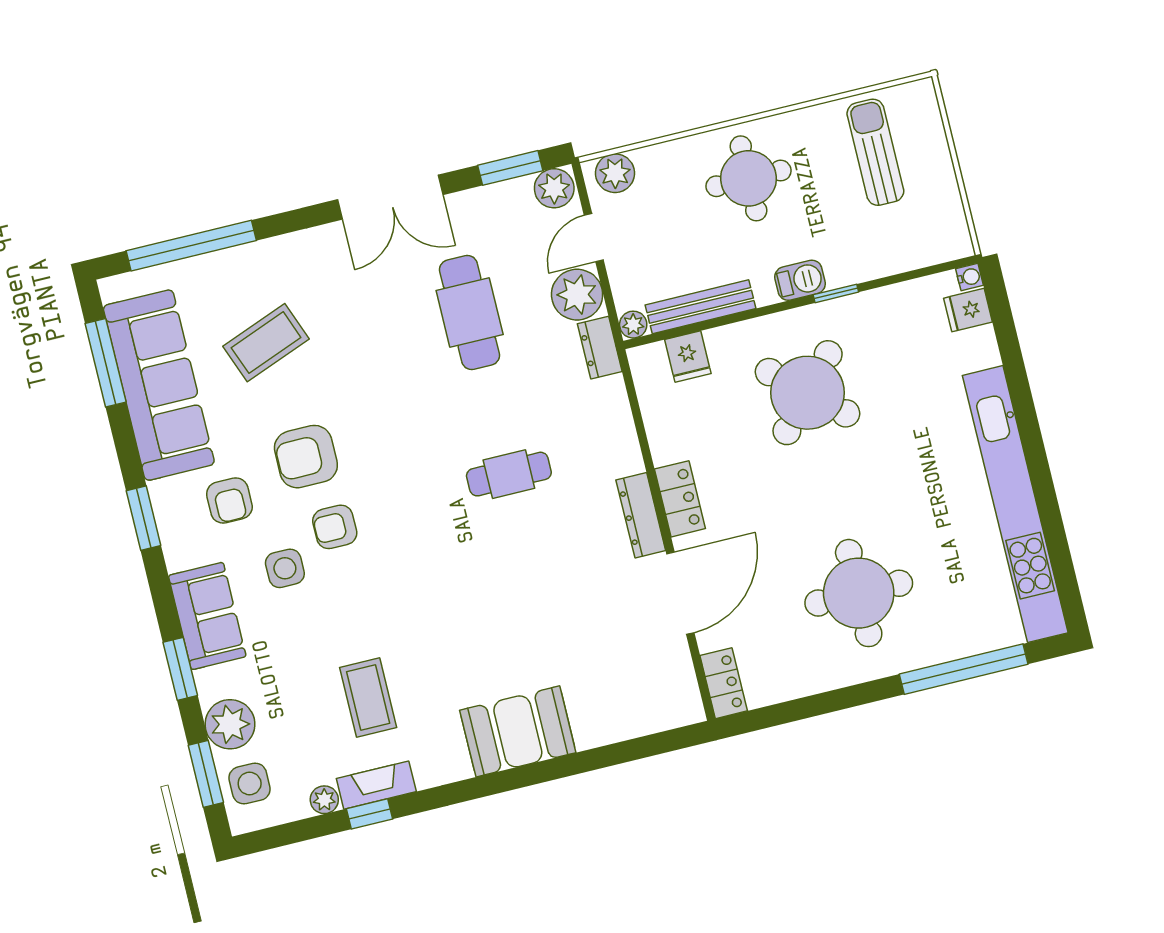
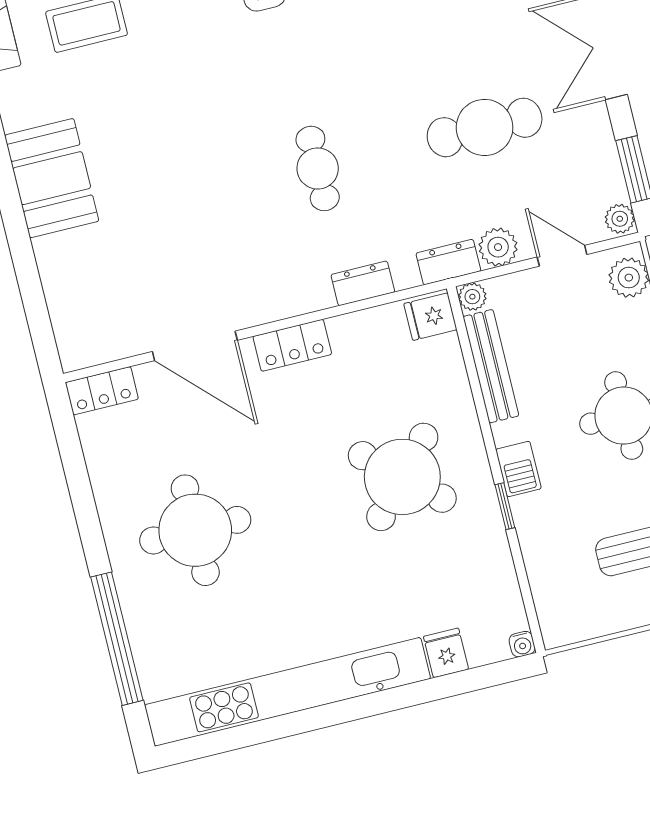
plant: (554, 188) -> (620, 219), width x0.73, depth x0.73
plant: (577, 295) -> (498, 247), width x0.73, depth x0.73
fridge: (968, 310) -> (446, 653), moved
fridge: (688, 357) -> (430, 317), moved
dresser: (641, 515) -> (363, 283), moved, width x0.70

